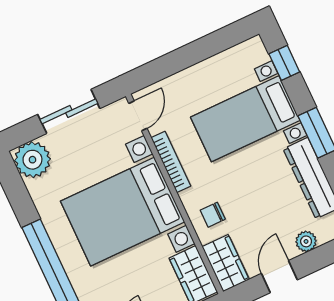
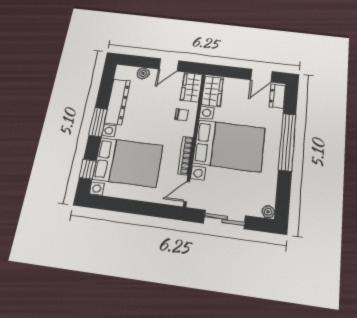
bed with nightstands: (245, 119) -> (128, 162), width x1.36
plant: (32, 160) -> (268, 212), width x0.53, depth x0.53

